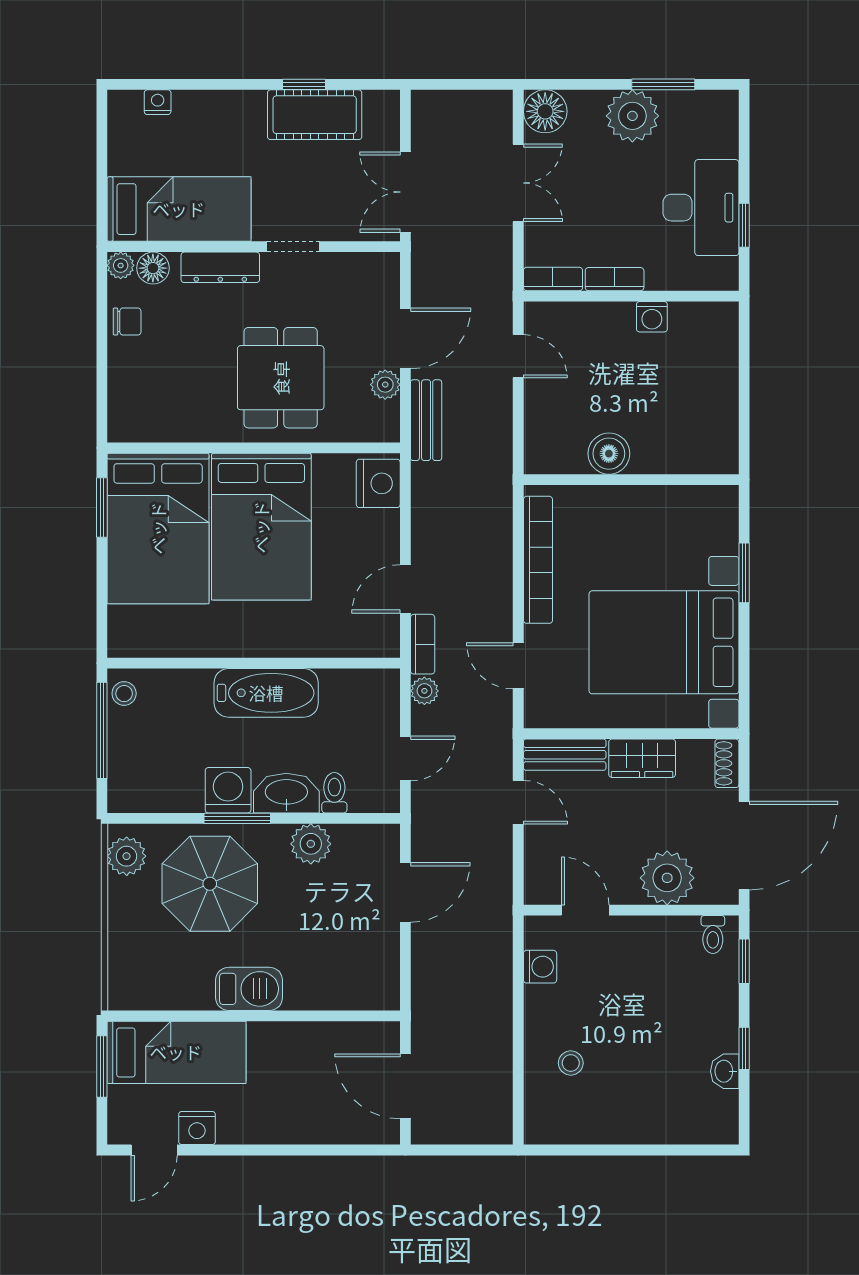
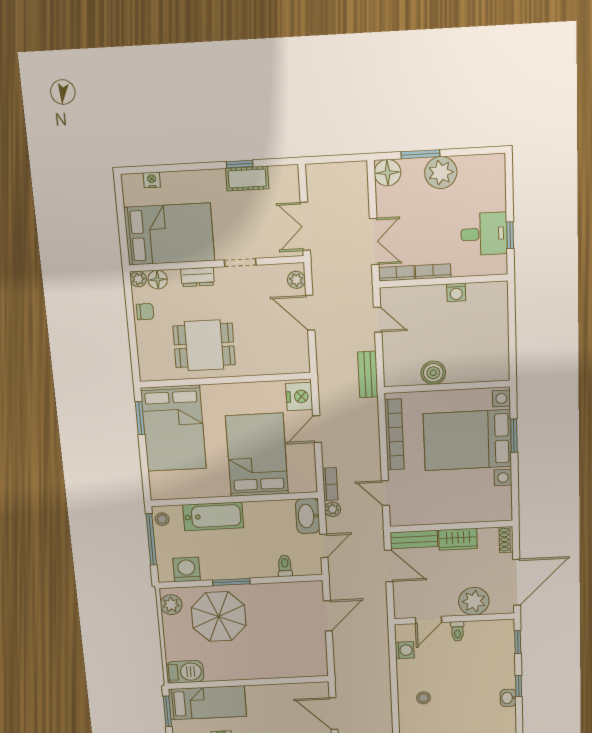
window: (663, 84) -> (420, 154), moved
cot: (315, 115) -> (247, 178), width x0.73, depth x0.75
double door: (518, 183) -> (374, 242), moved
desk: (701, 208) -> (484, 234), width x0.73
bed: (179, 209) -> (169, 234), width x1.50
dresser: (220, 267) -> (198, 277), width x0.70
door: (405, 338) -> (310, 313), swing flipped
dining table: (281, 378) -> (204, 345), moved, turned 90
plant: (385, 385) -> (296, 280), moved
bench: (426, 420) -> (368, 375), moved
bed: (261, 527) -> (257, 455), moved, turned 180
door: (405, 589) -> (317, 429), moved
bed with nightstands: (664, 642) -> (468, 440), moved
bathtub: (266, 693) -> (213, 516), moved
washing machine: (228, 790) -> (186, 569), moved
washbasin: (286, 793) -> (308, 516), moved, turned -90
door: (518, 802) -> (389, 566), width x1.38
plant: (311, 844) -> (273, 593), removed
door: (585, 910) -> (429, 620), swing flipped
toilet: (713, 935) -> (457, 631), moved
barbecue: (249, 989) -> (185, 672), moved

